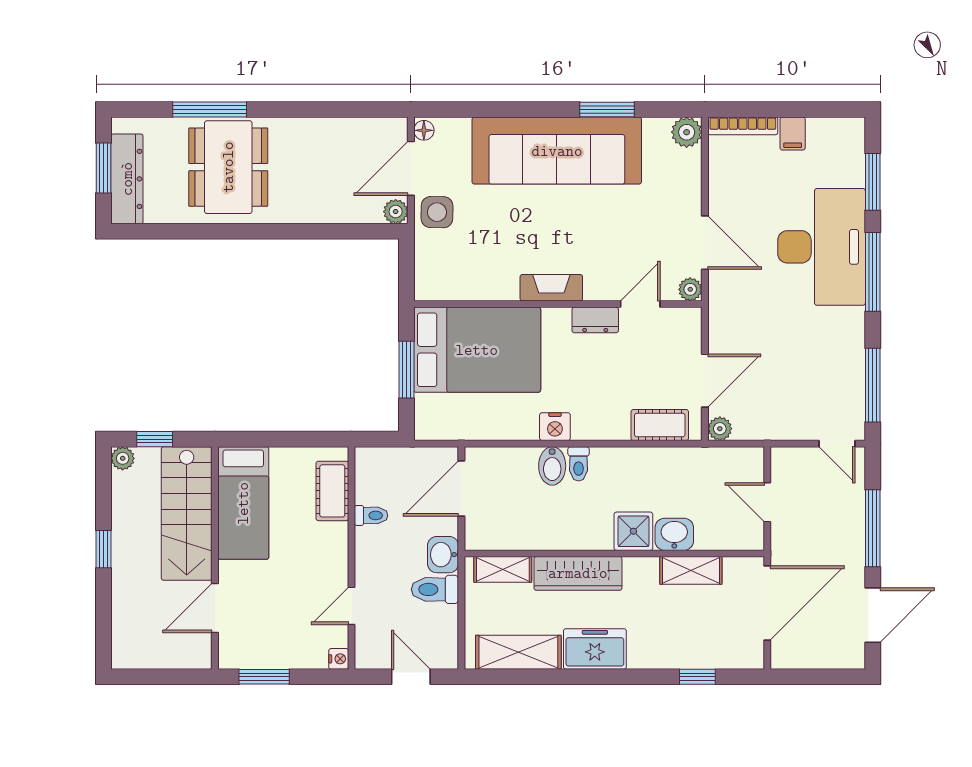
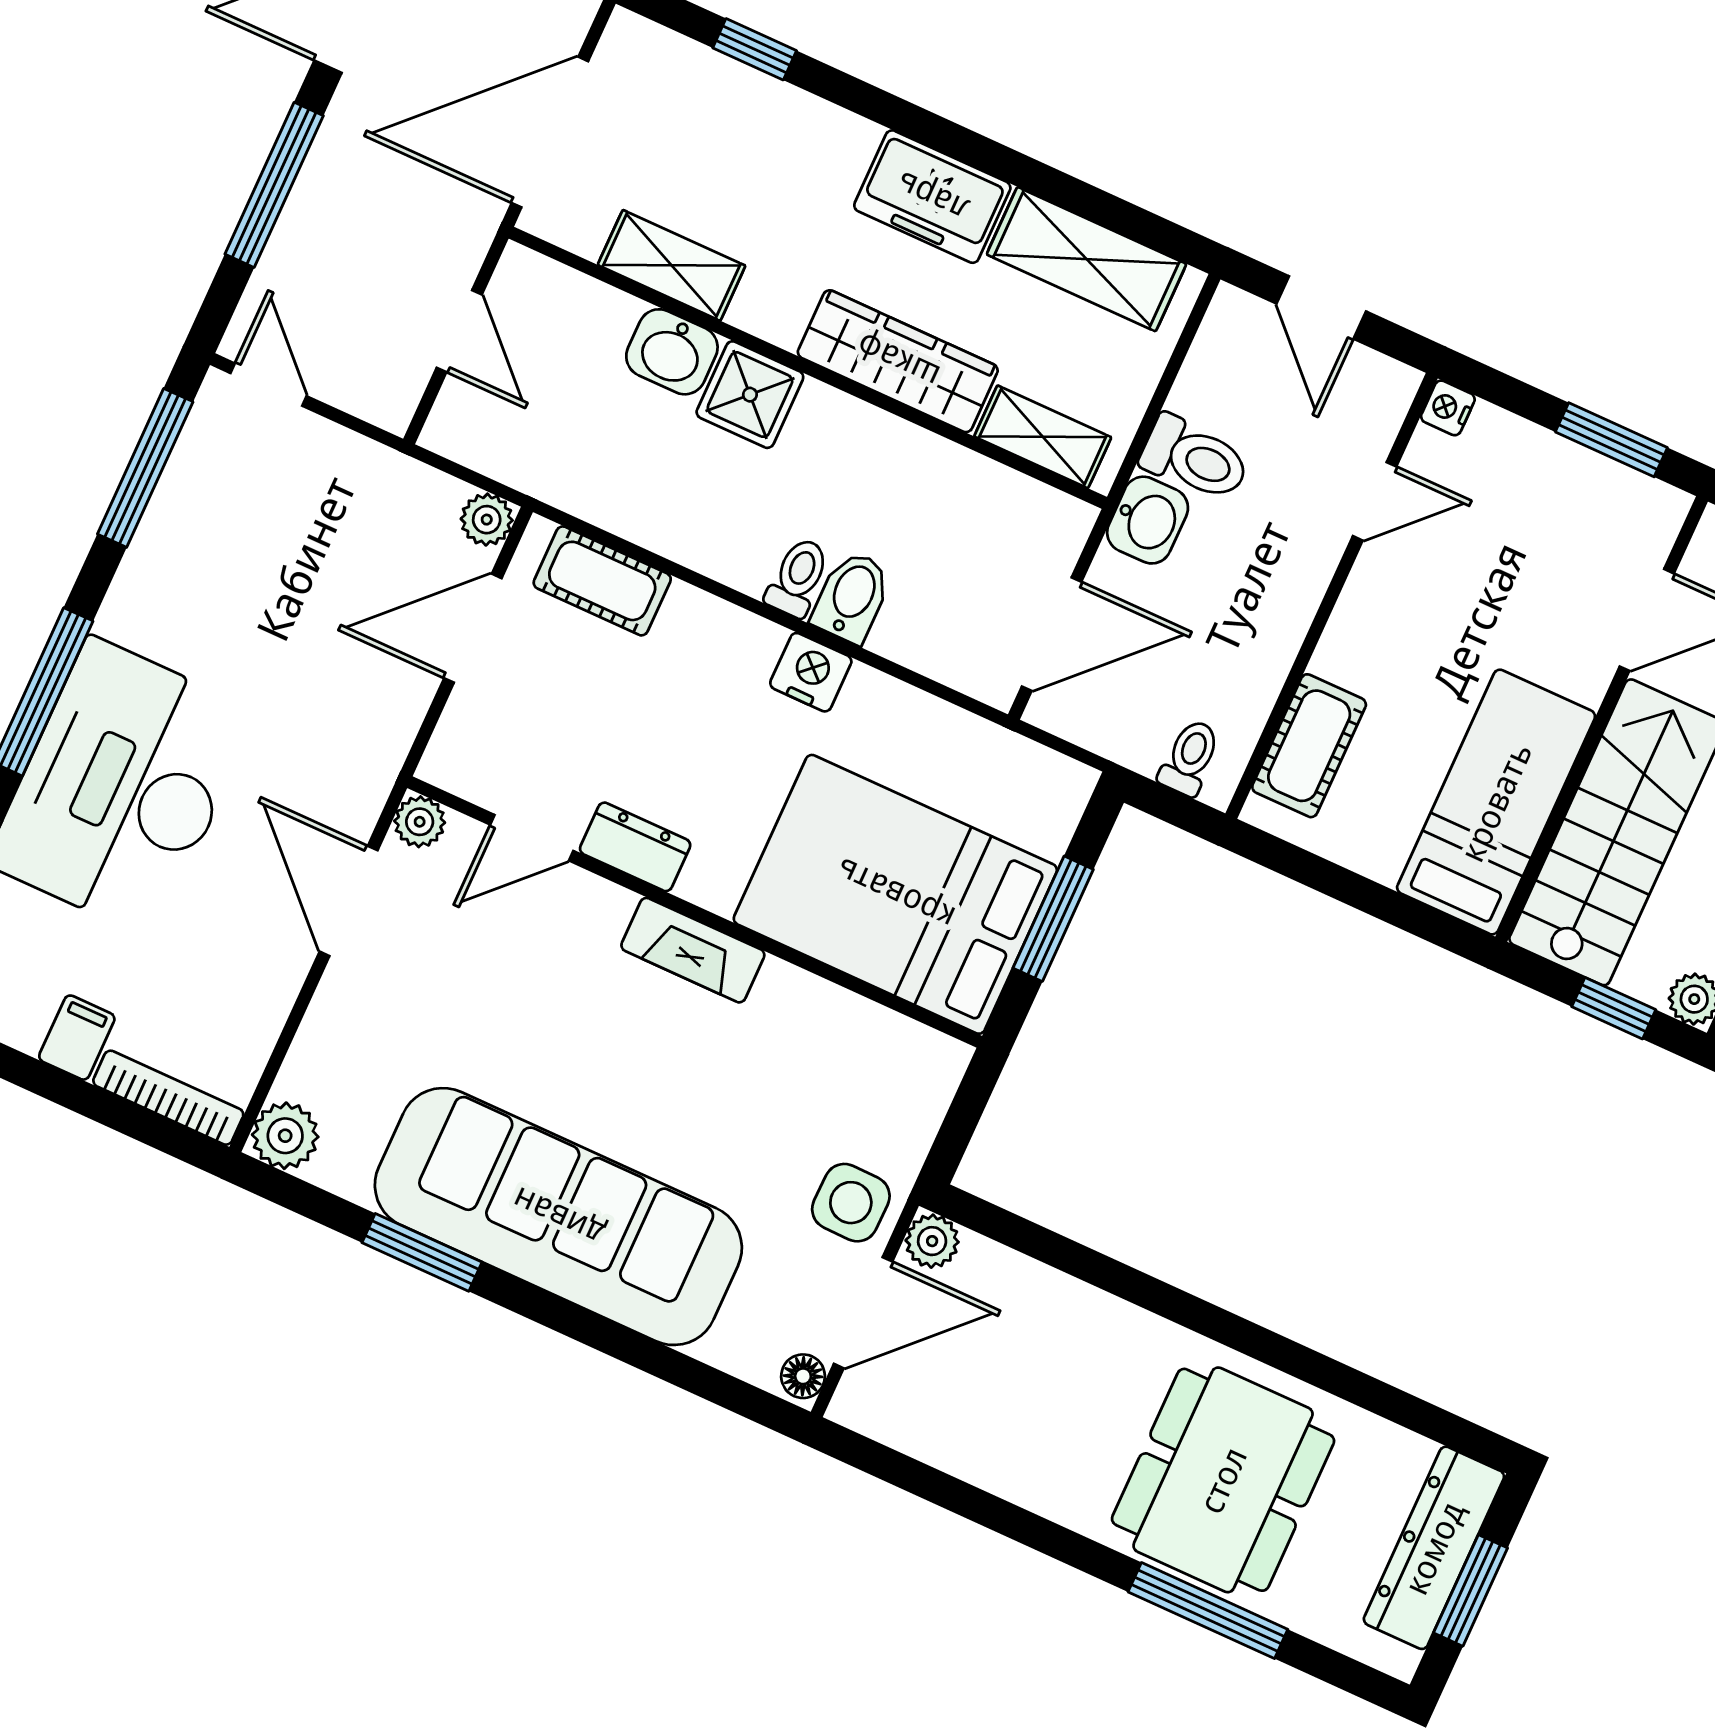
toilet: (371, 515) -> (1190, 758), moved, turned 90

